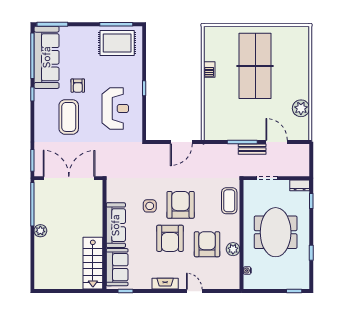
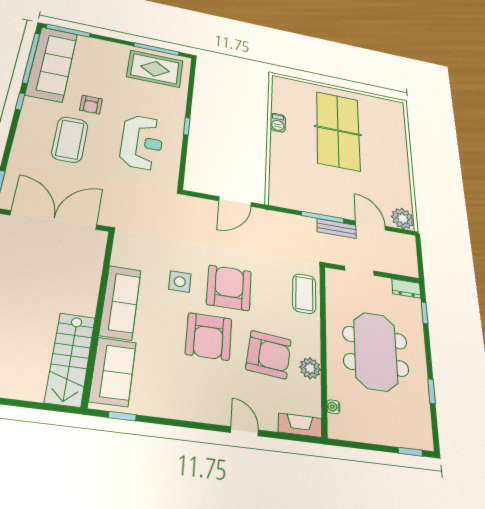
plant: (301, 108) -> (403, 219), moved
armchair: (207, 244) -> (269, 355), turned 96
fireplace: (165, 284) -> (300, 425), moved

